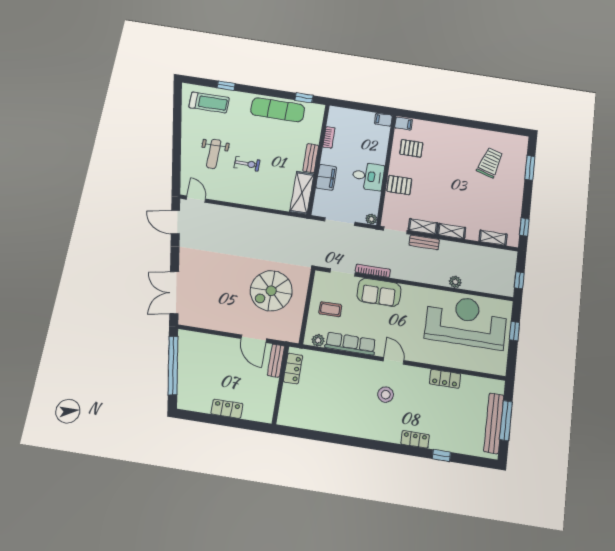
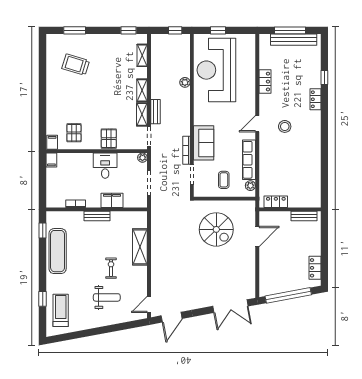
shelving: (302, 193) -> (140, 247), moved, turned 90
bench: (276, 361) -> (304, 216), moved
locker: (227, 409) -> (315, 268), moved

